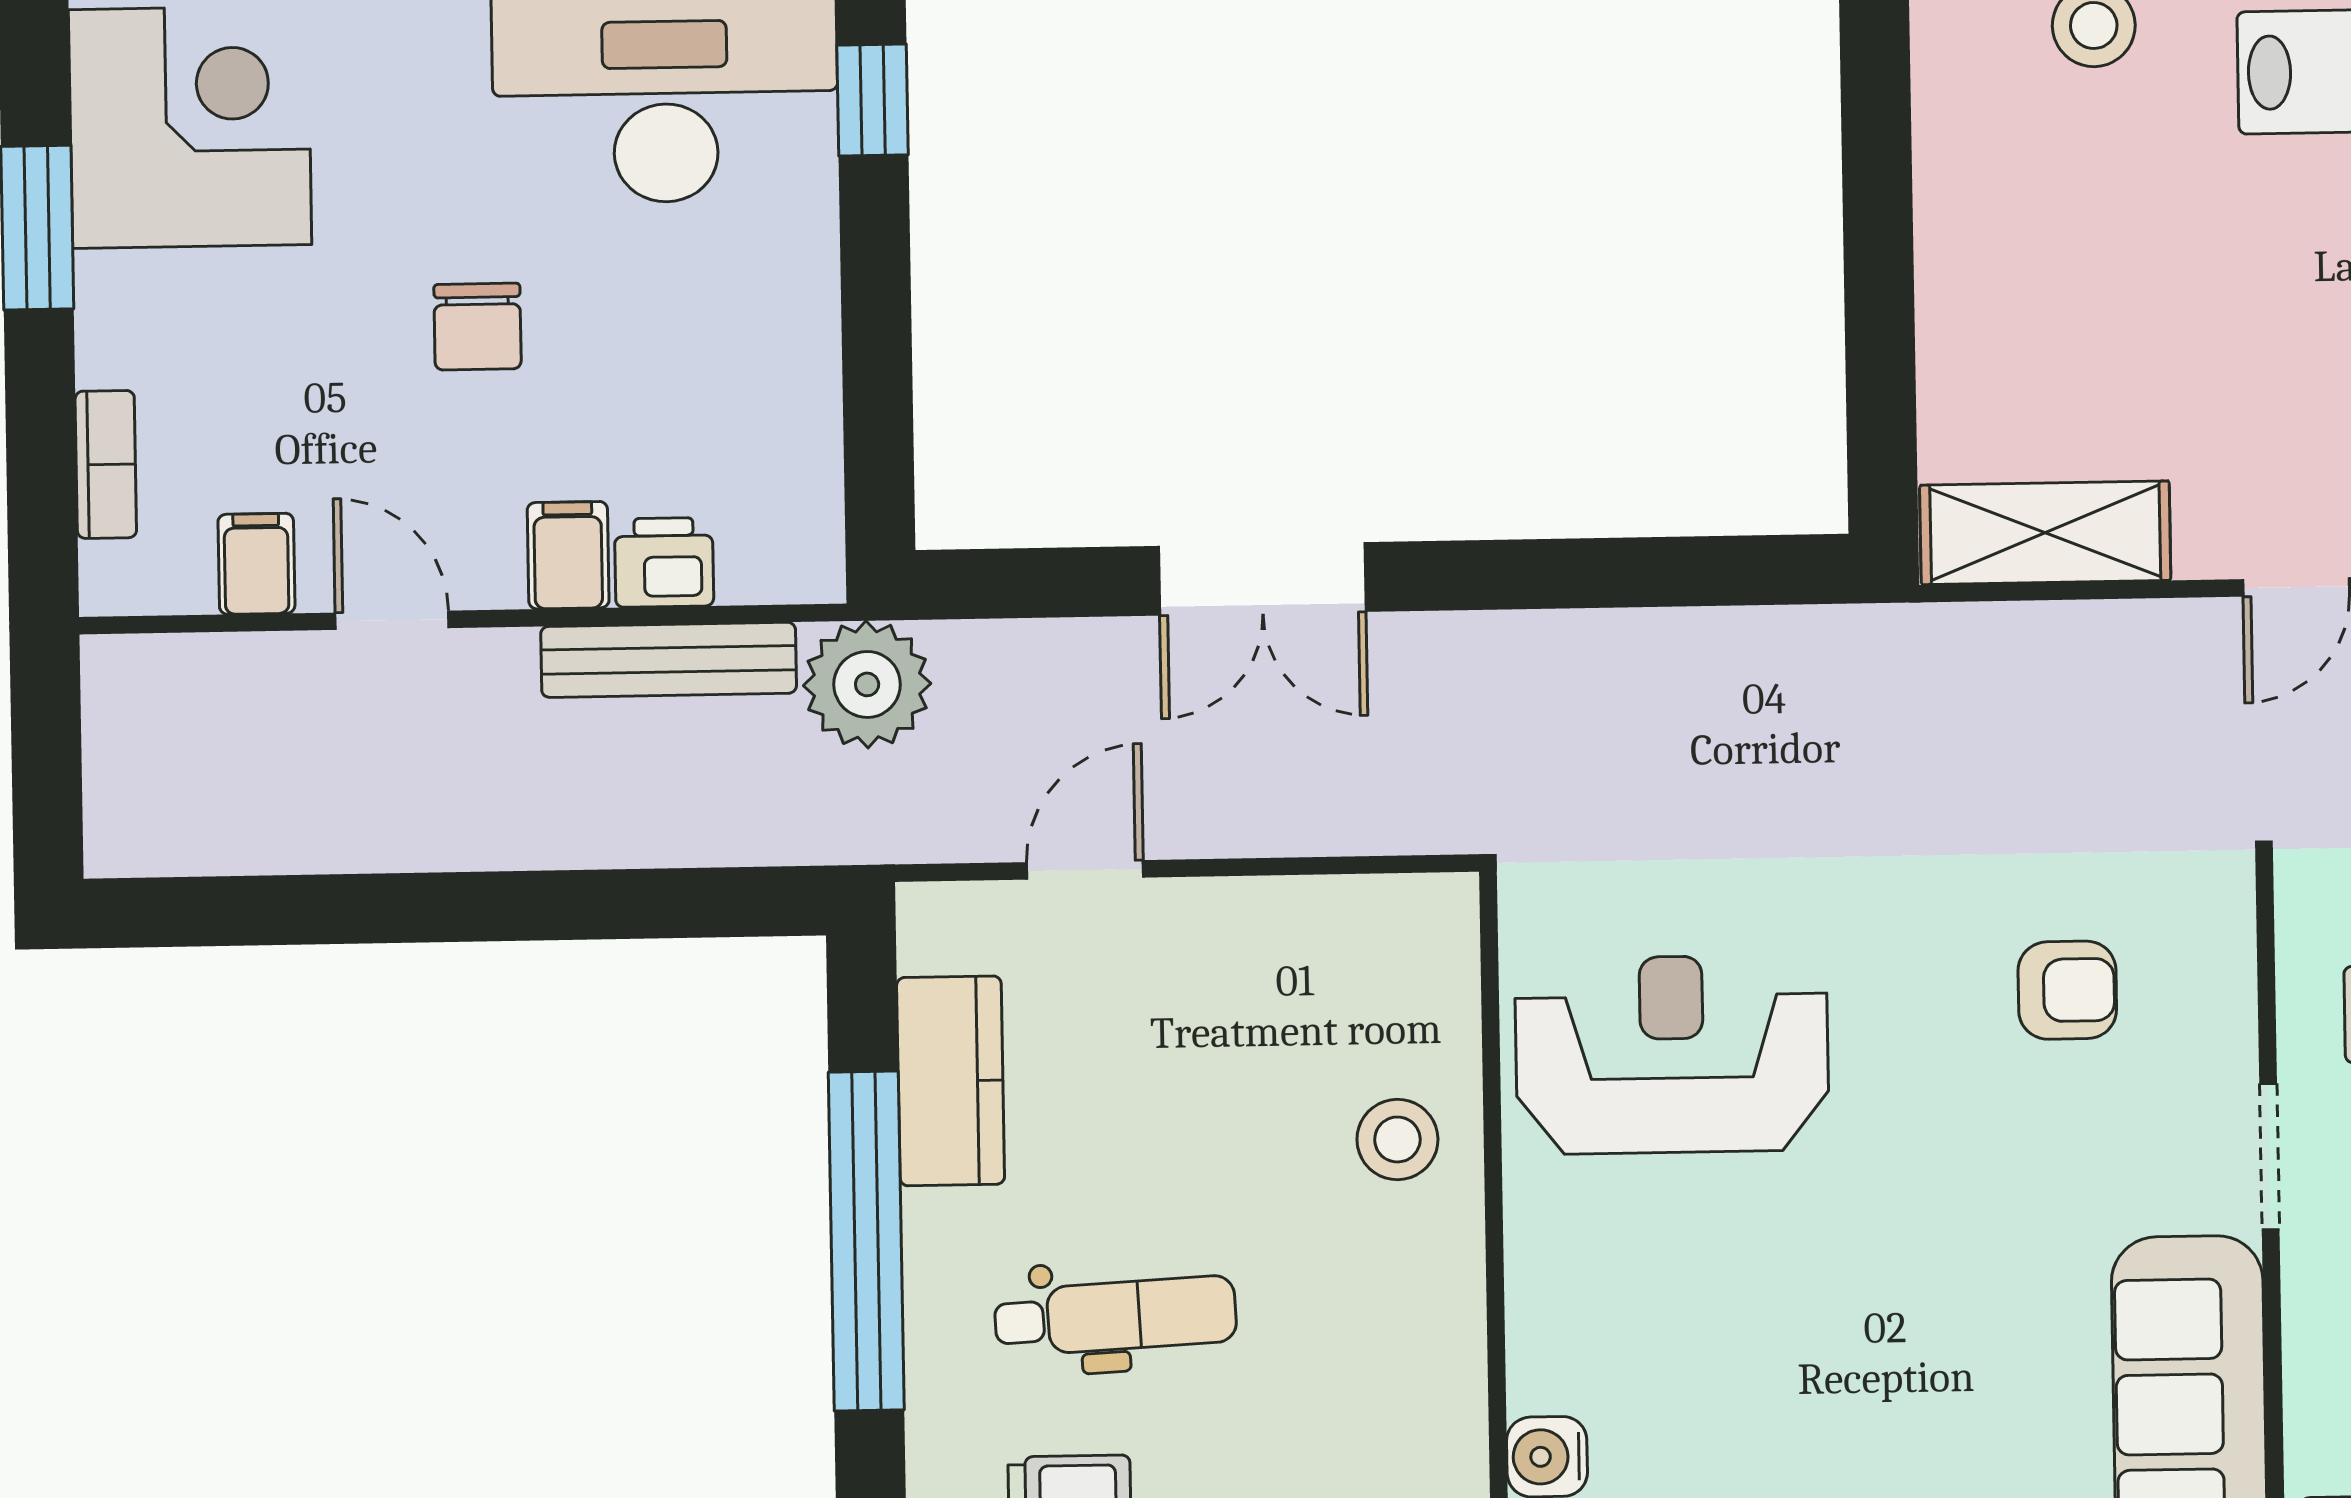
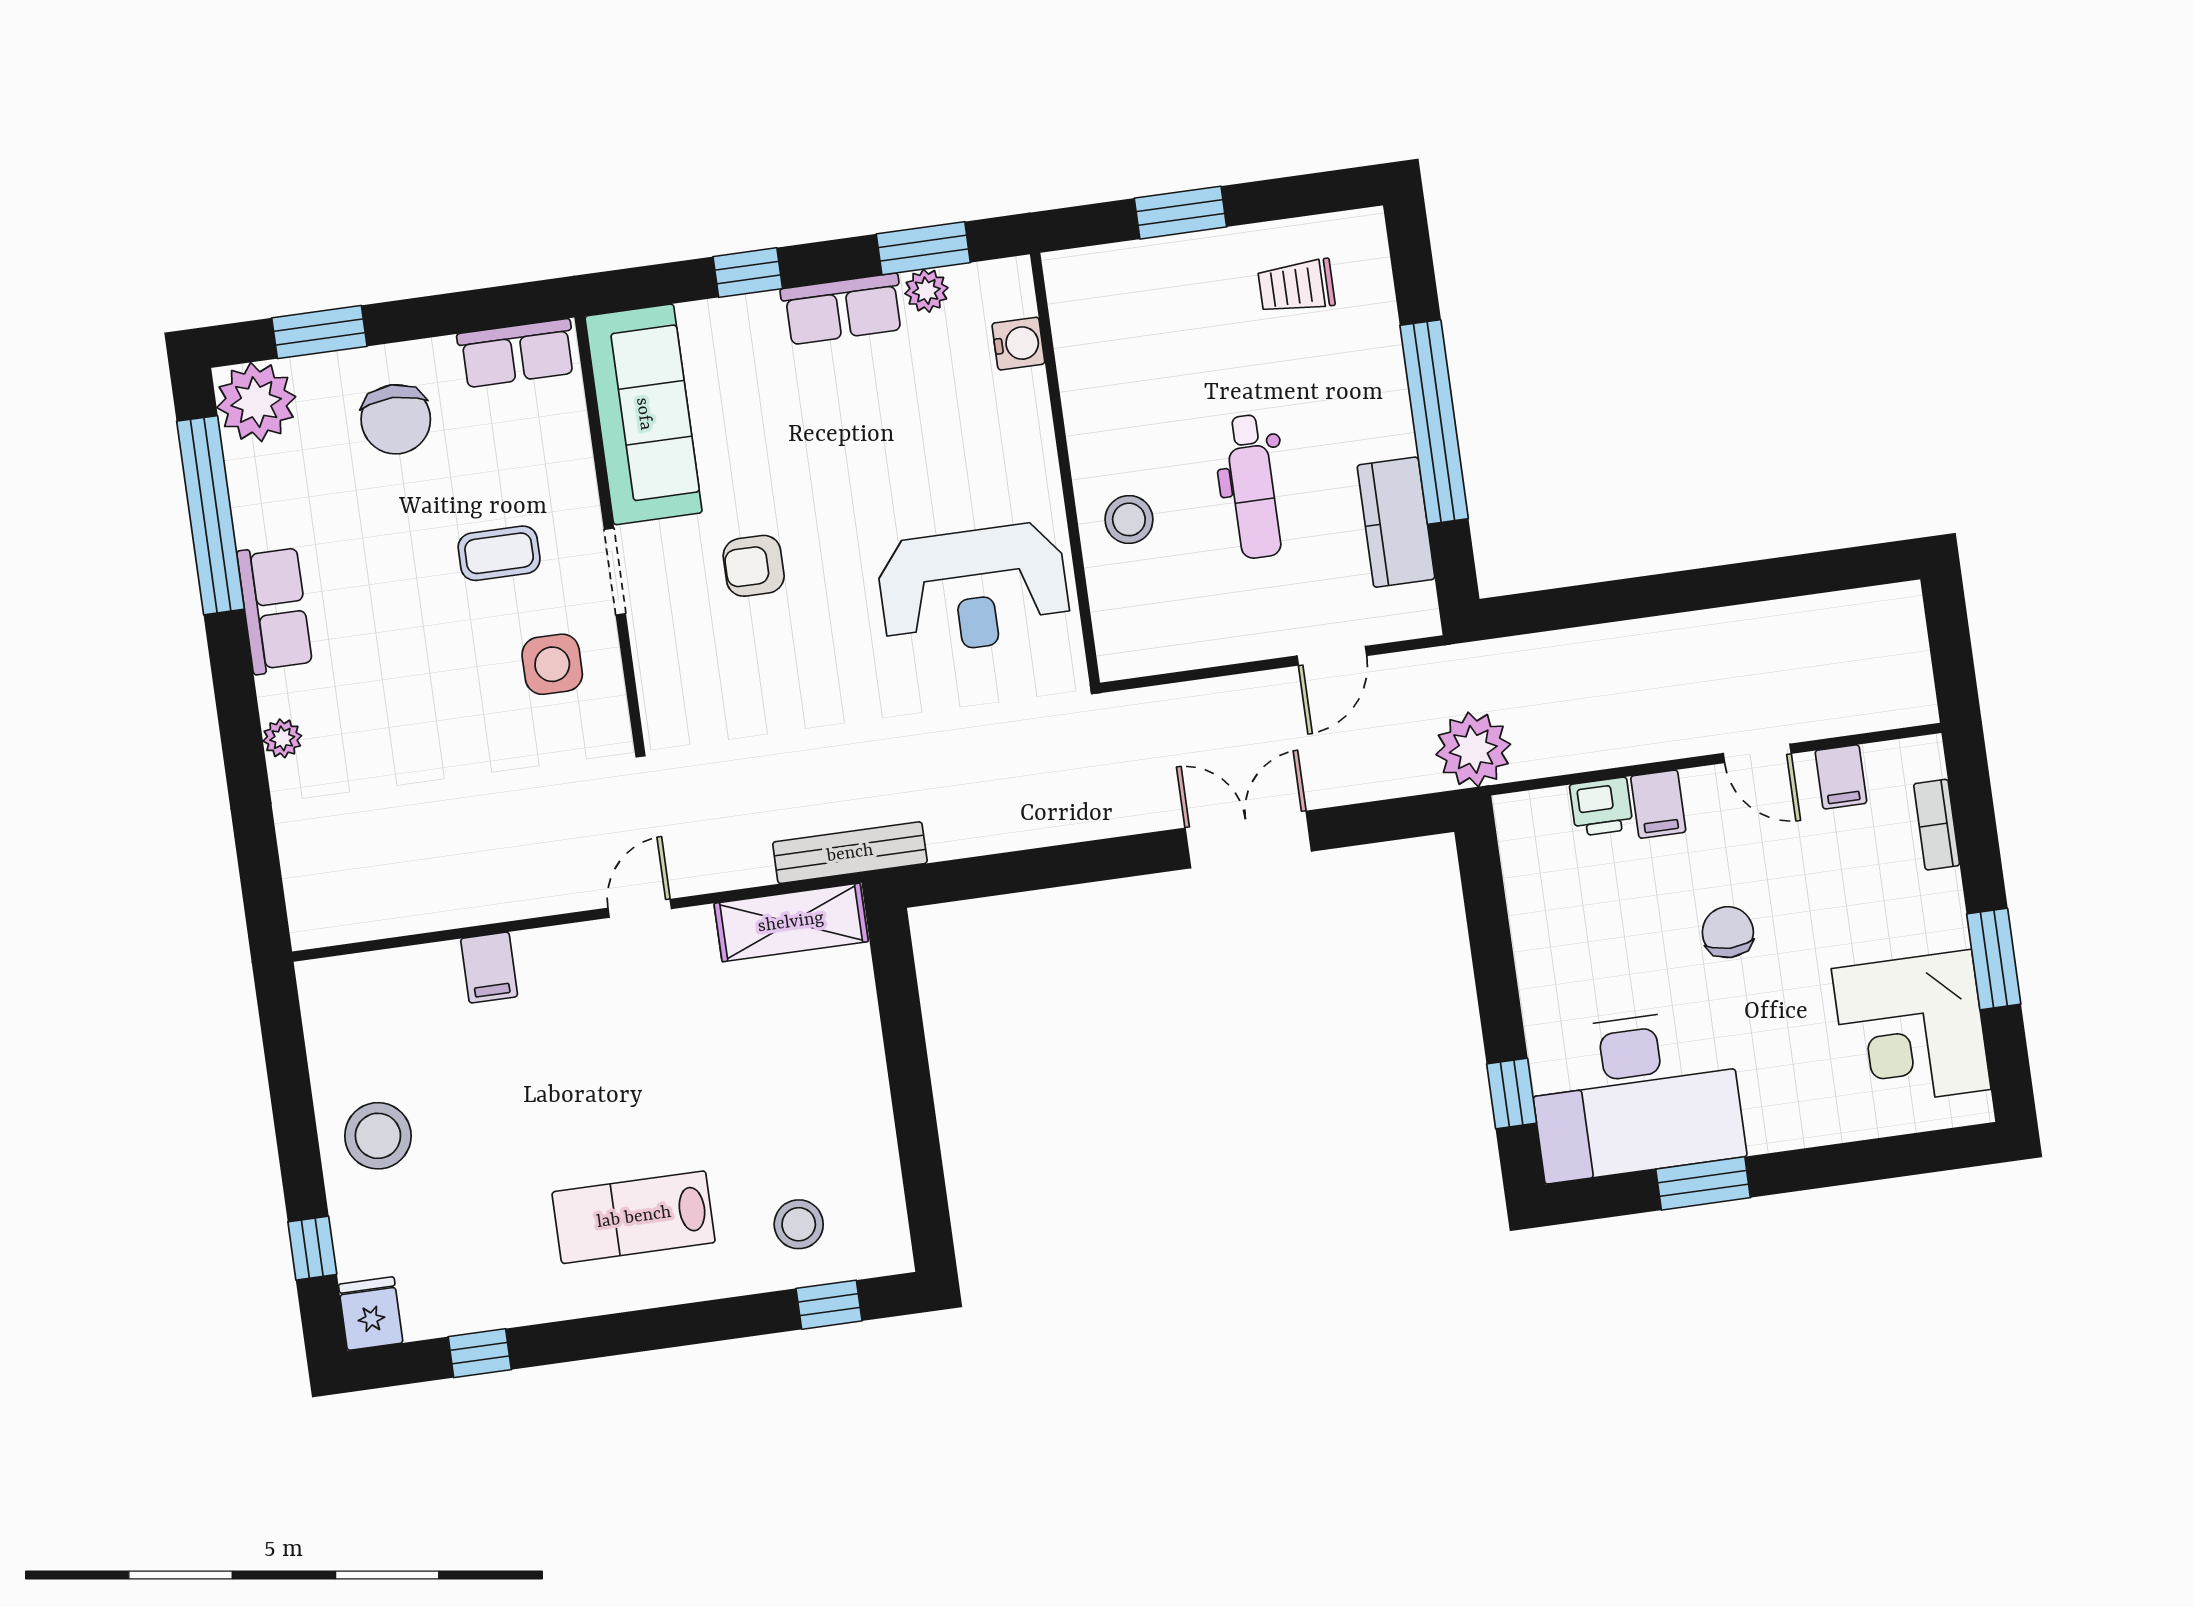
bench: (669, 660) -> (850, 853), moved
armchair: (2067, 990) -> (754, 566), moved
dental chair: (1115, 1316) -> (1253, 486), moved, turned -87

